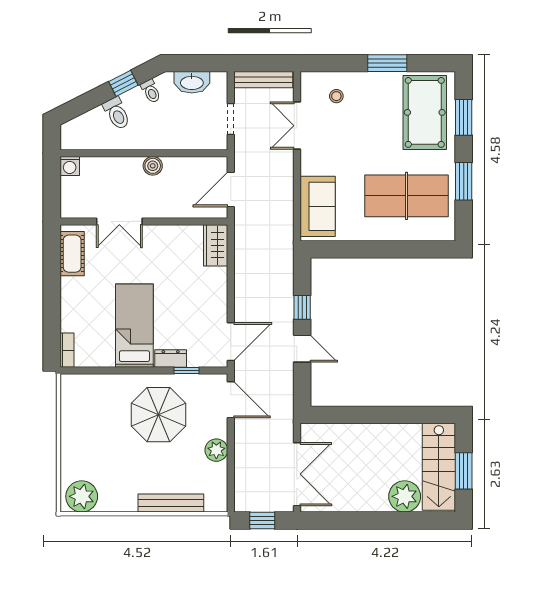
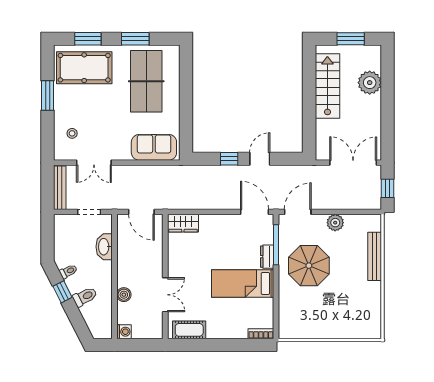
washbasin: (192, 82) -> (104, 247), moved, turned 180
boiler: (153, 166) -> (124, 295), moved
window: (186, 370) -> (276, 245), width x2.17
stairs: (439, 467) -> (327, 86), moved, turned -90
plant: (82, 496) -> (370, 323), removed

